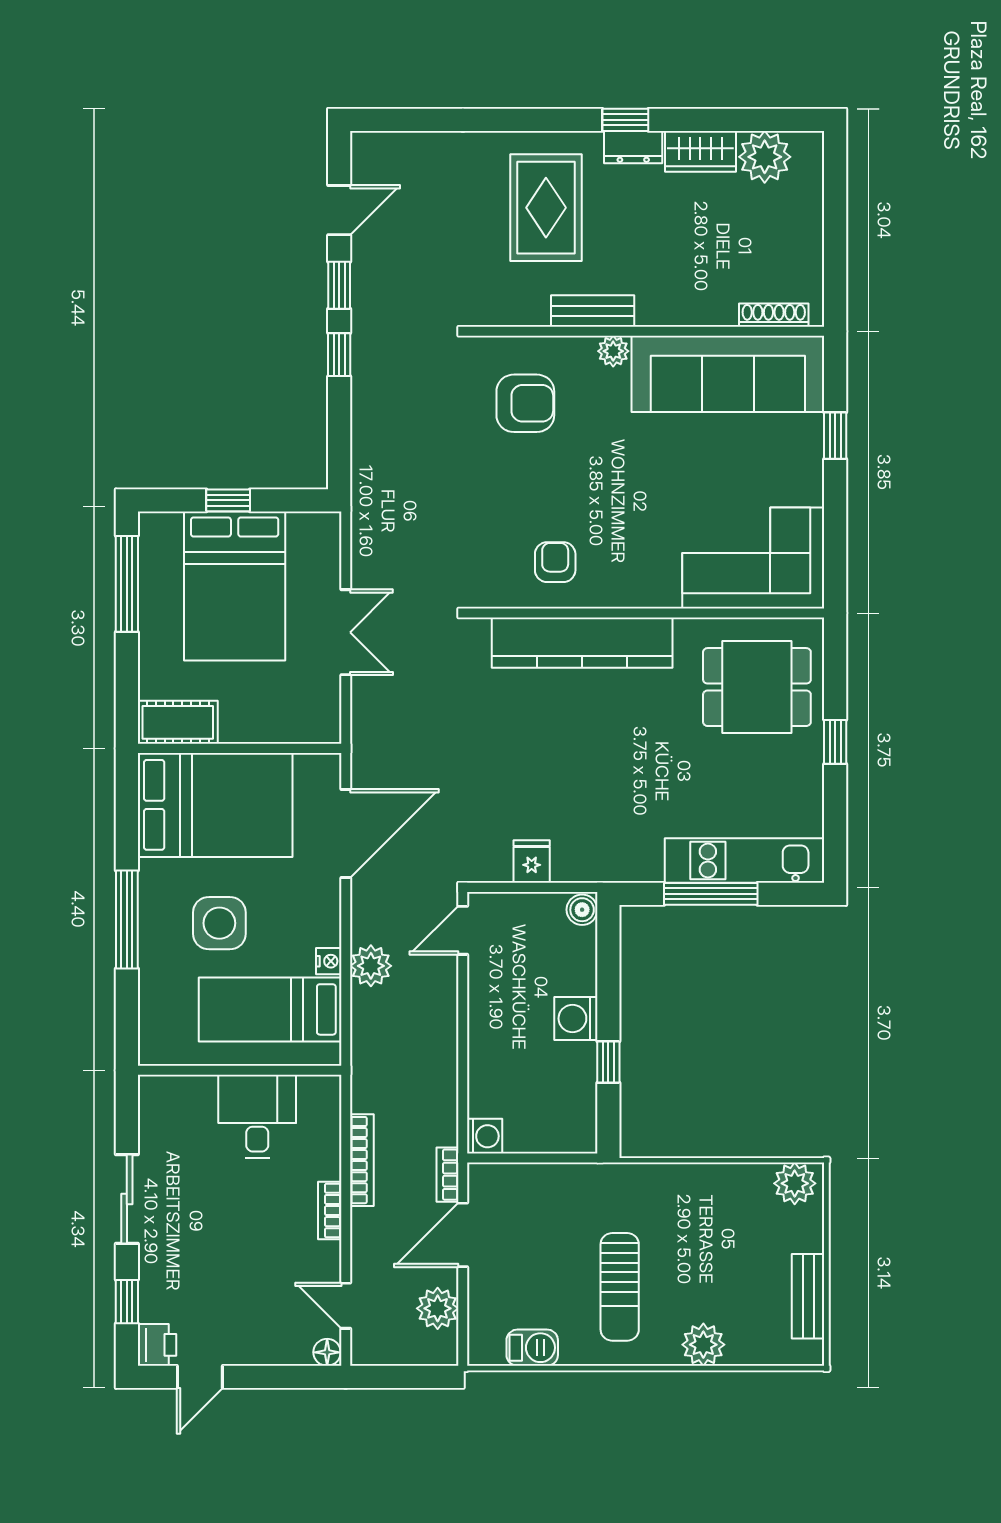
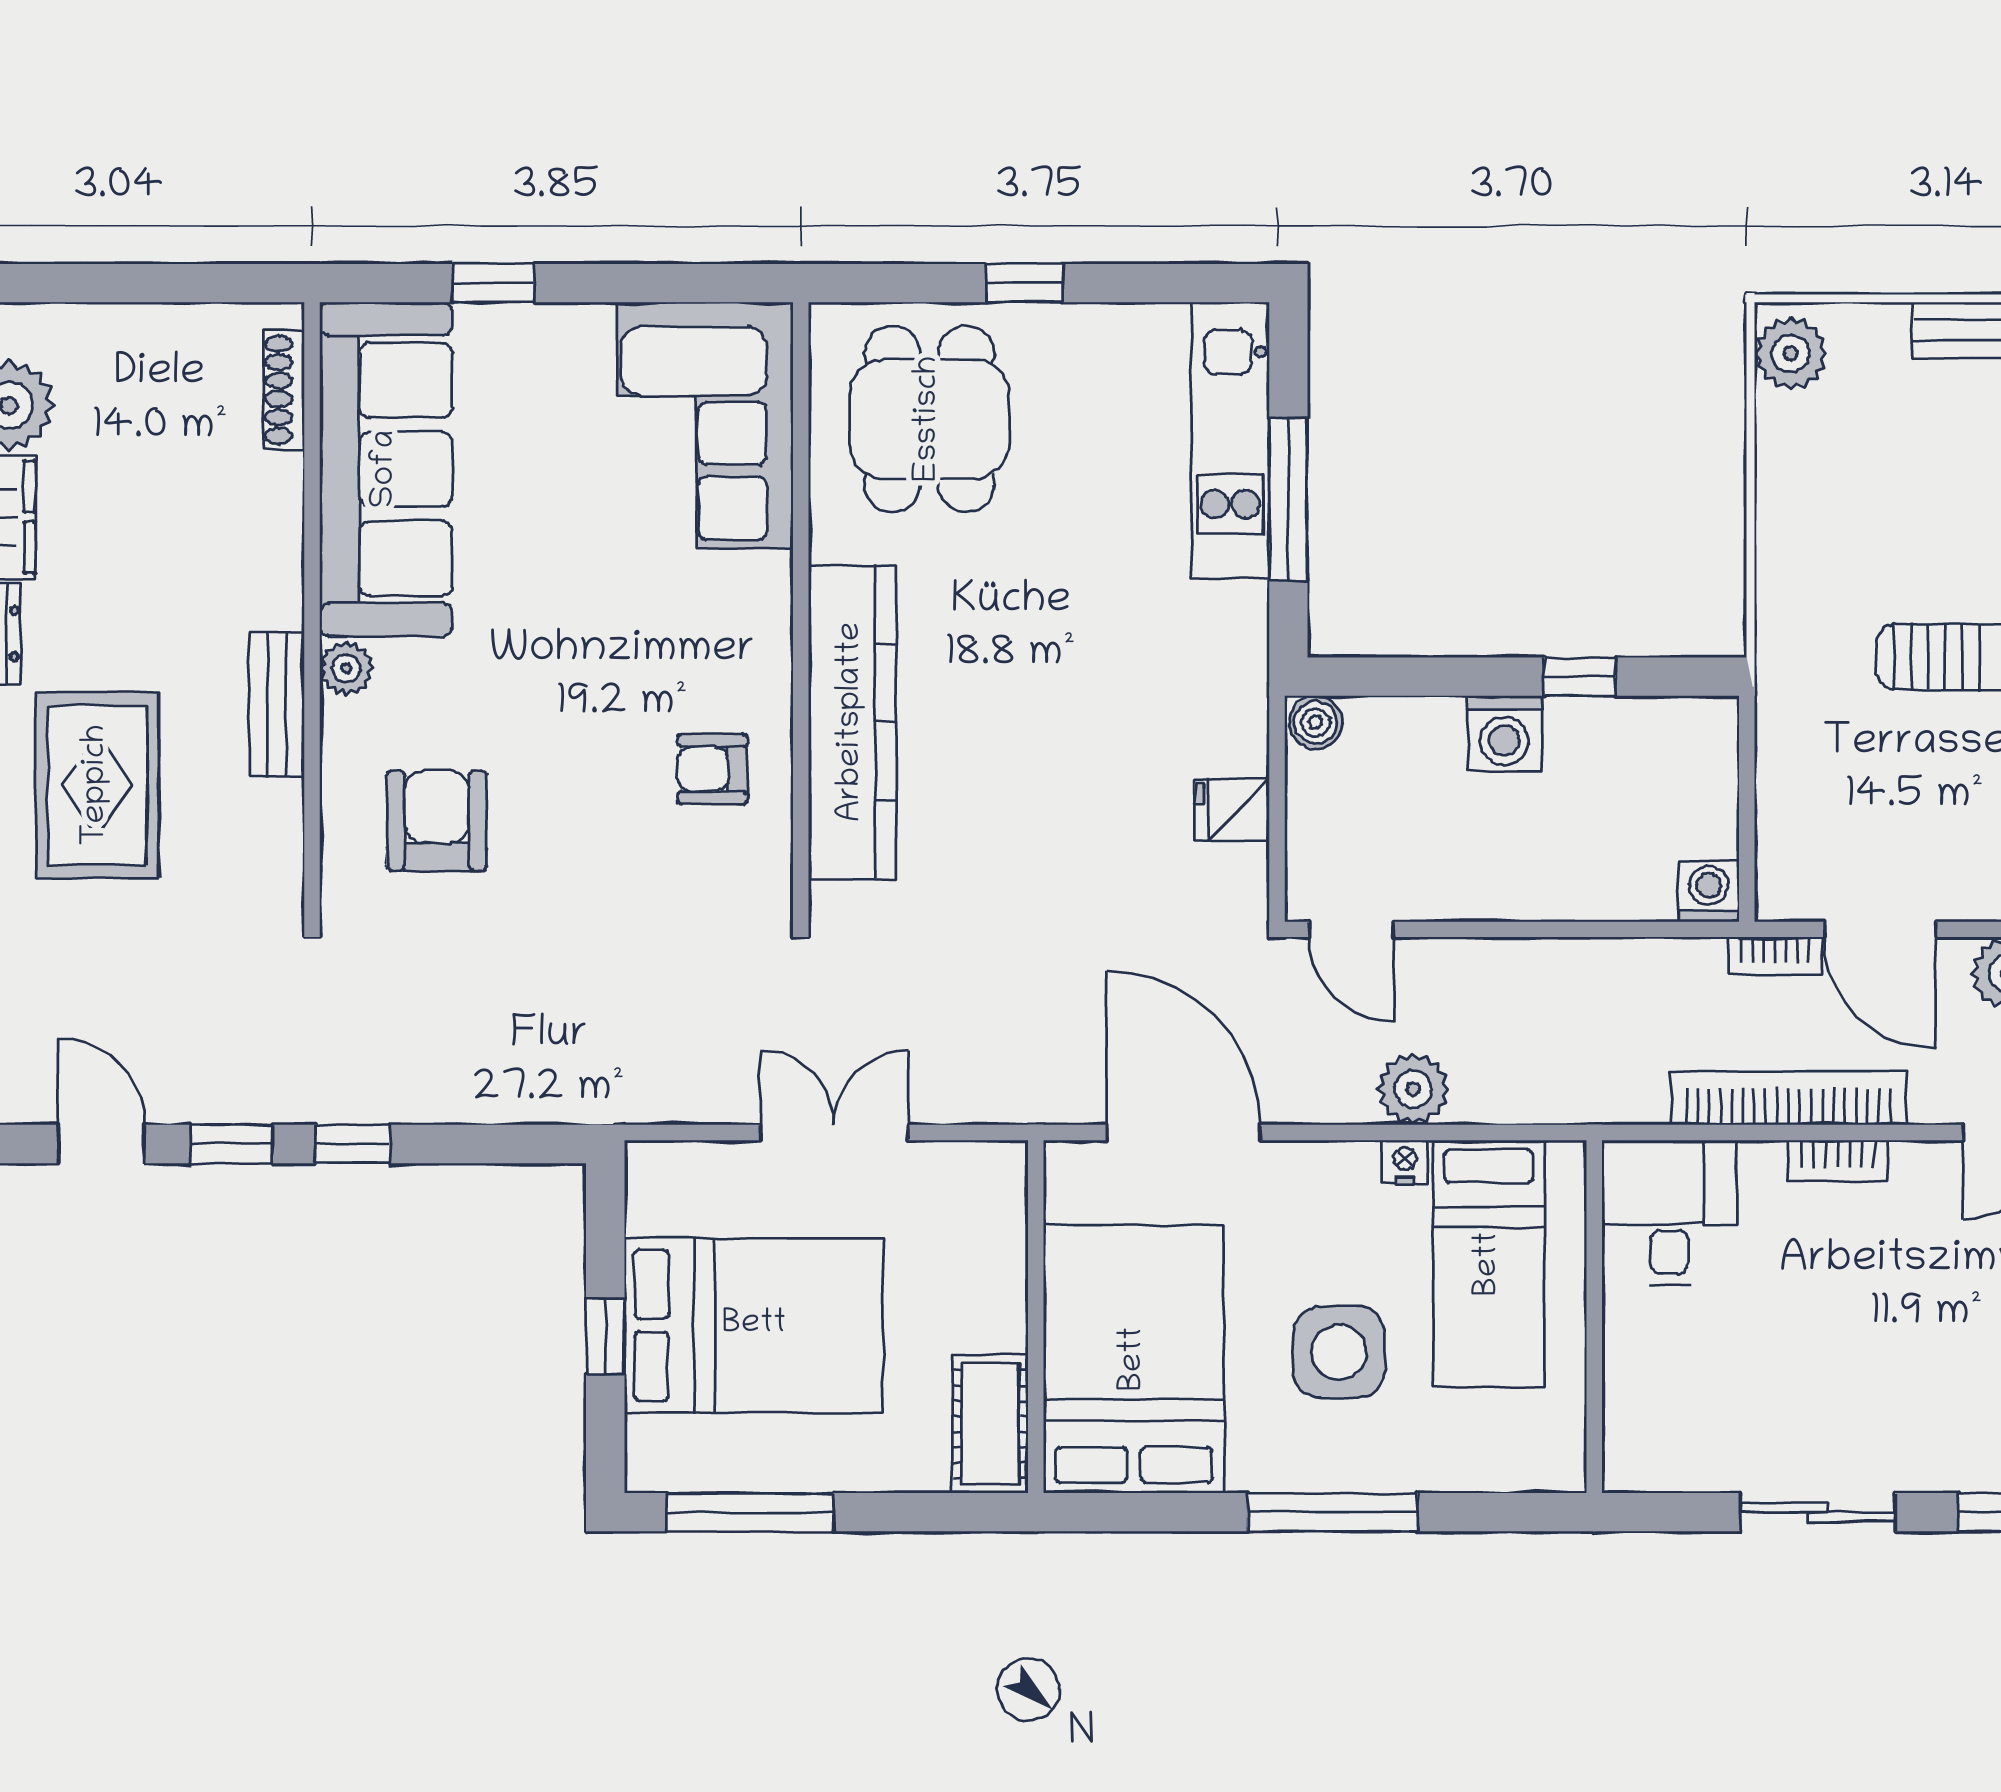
rug: (546, 208) -> (97, 785), turned 90
desk: (257, 1116) -> (1669, 1213), moved, turned 90
bookcase: (362, 1160) -> (1788, 1098), width x1.48, depth x1.31

